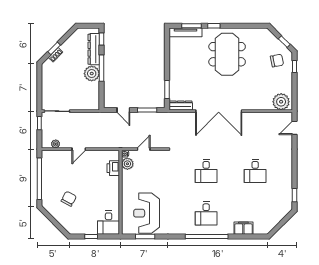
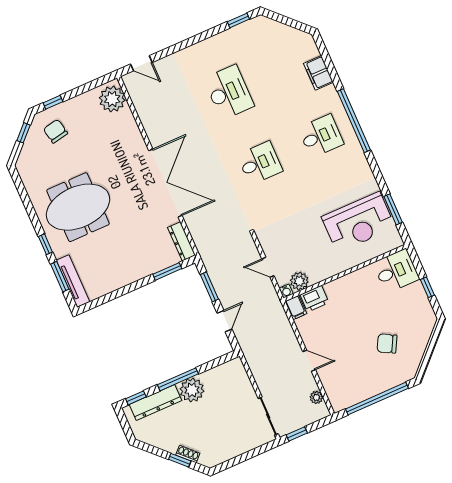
filing cabinet: (113, 155) -> (296, 308), added
desk: (255, 171) -> (229, 92), width x1.37

